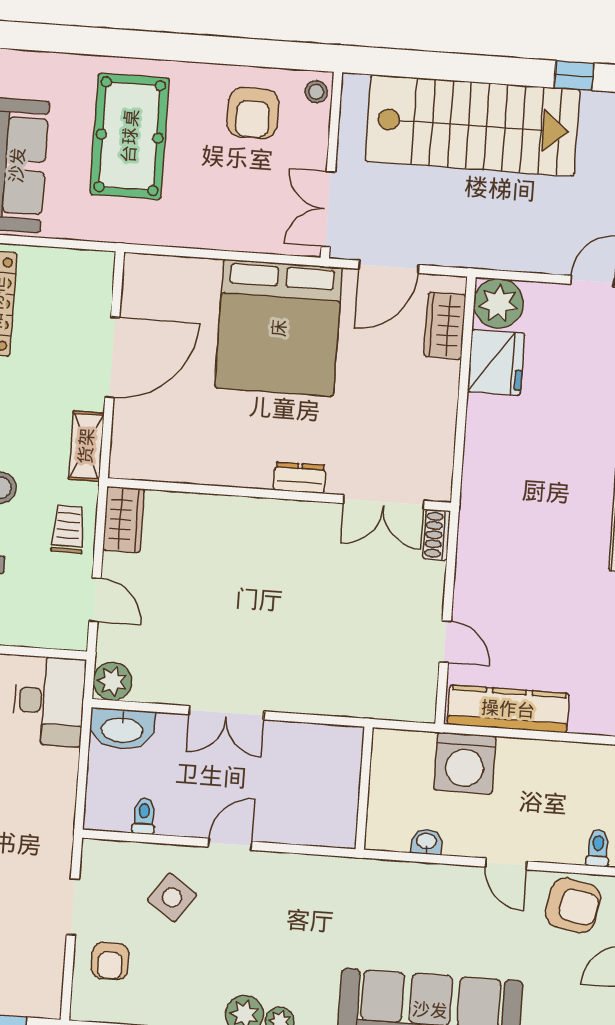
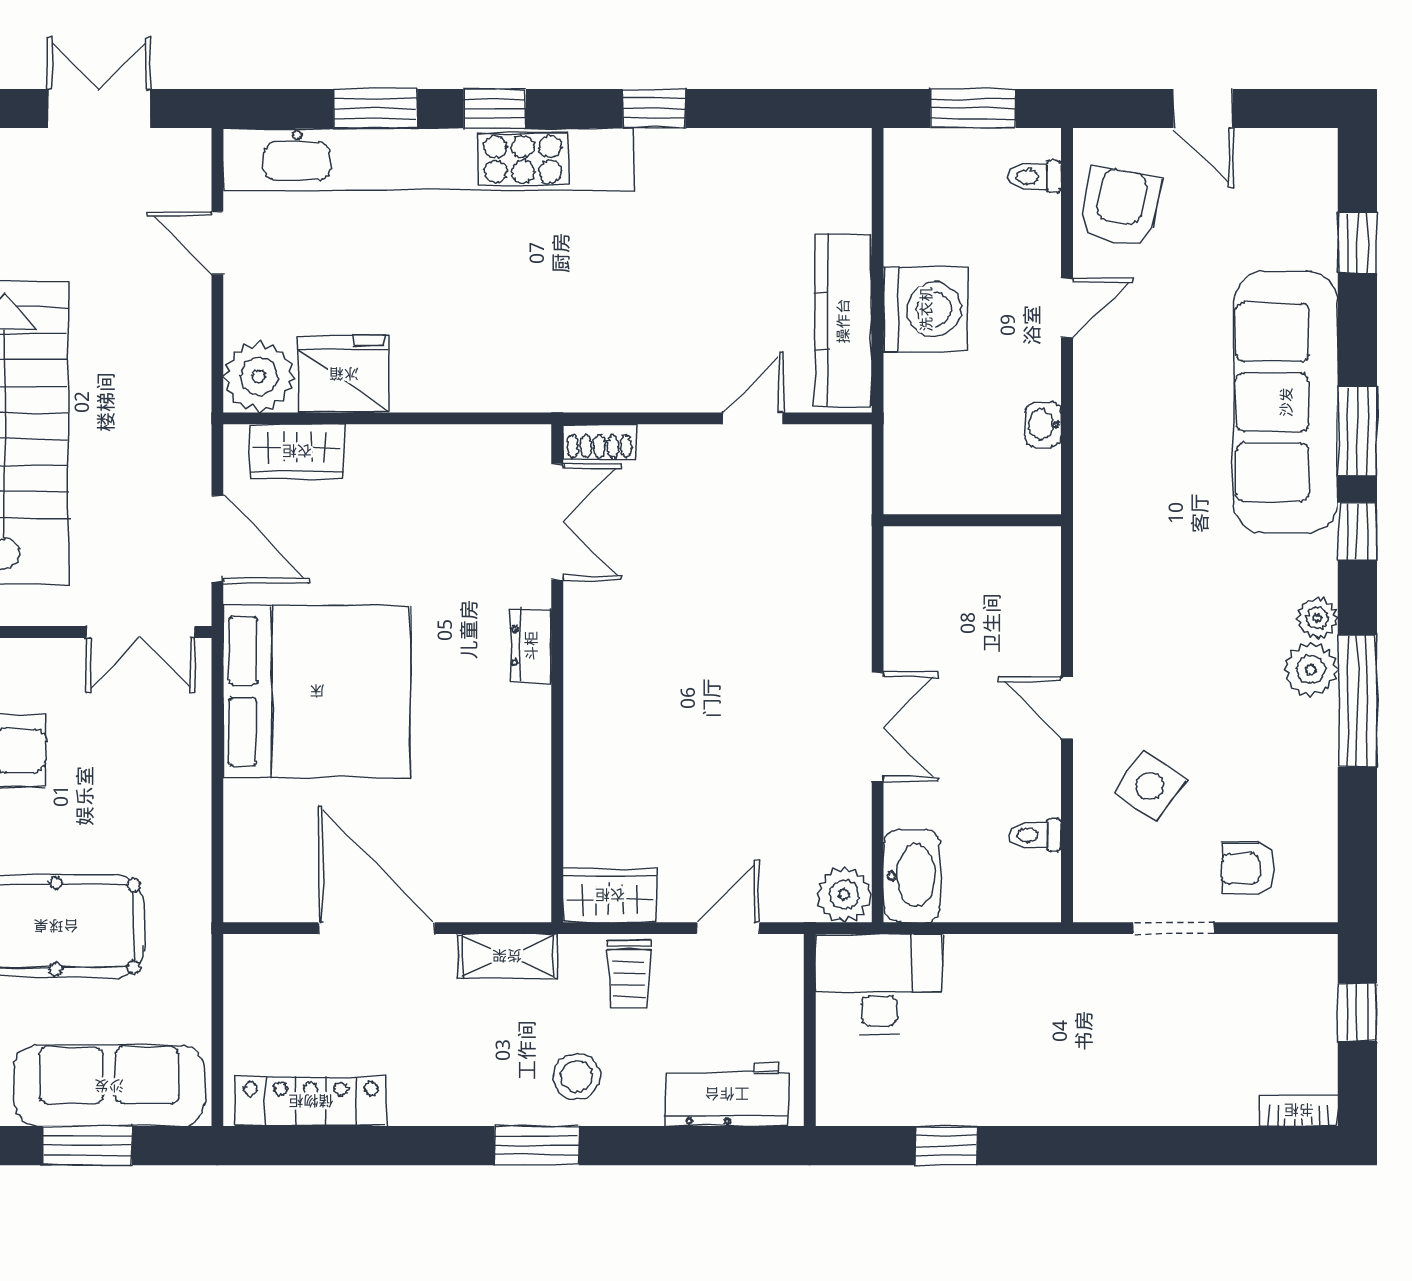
trolley: (68, 529) -> (629, 974), turned -91
washing machine: (465, 763) -> (926, 309), moved
armchair: (110, 961) -> (1248, 869), turned 180

